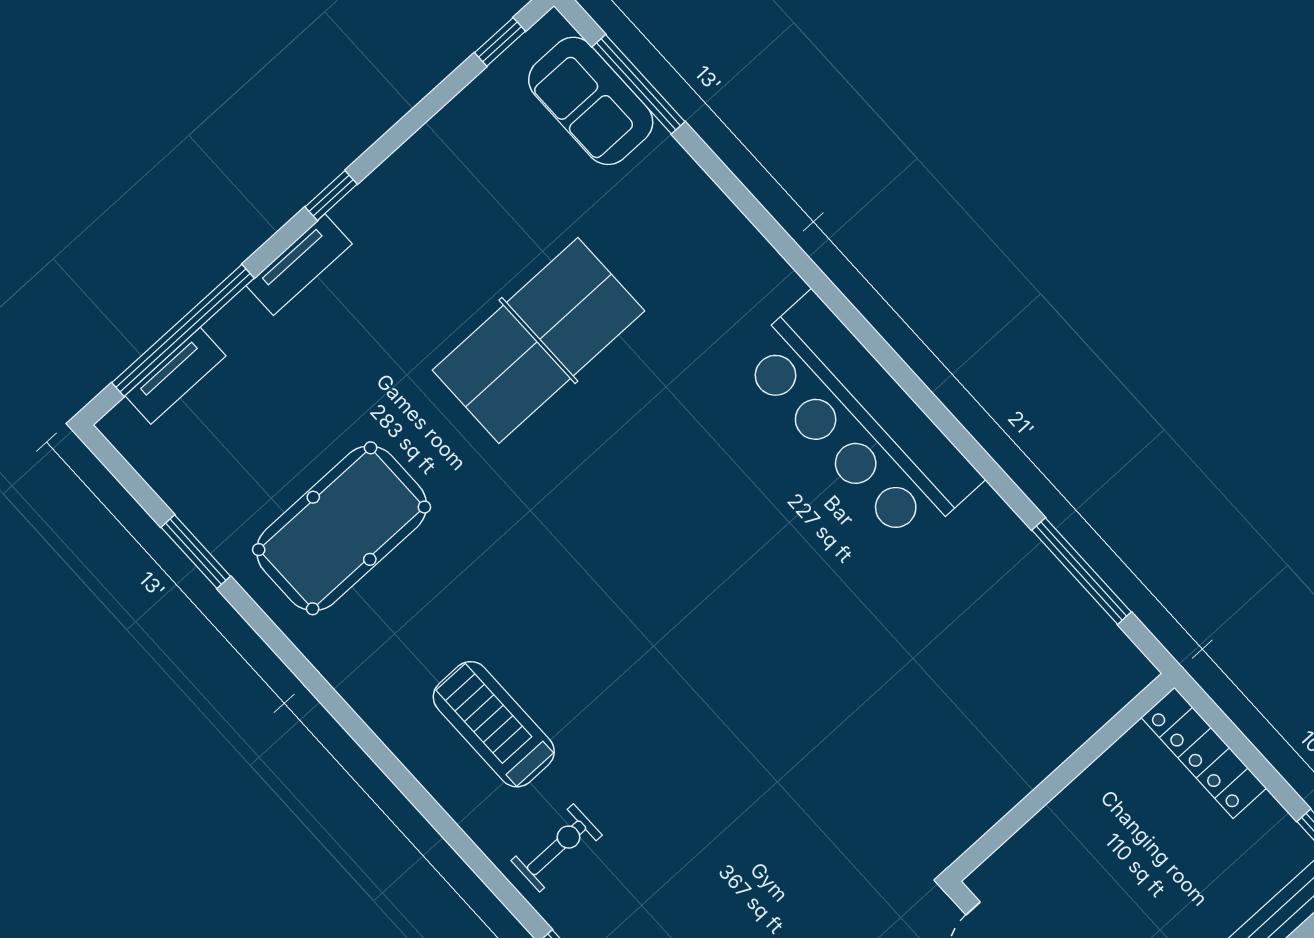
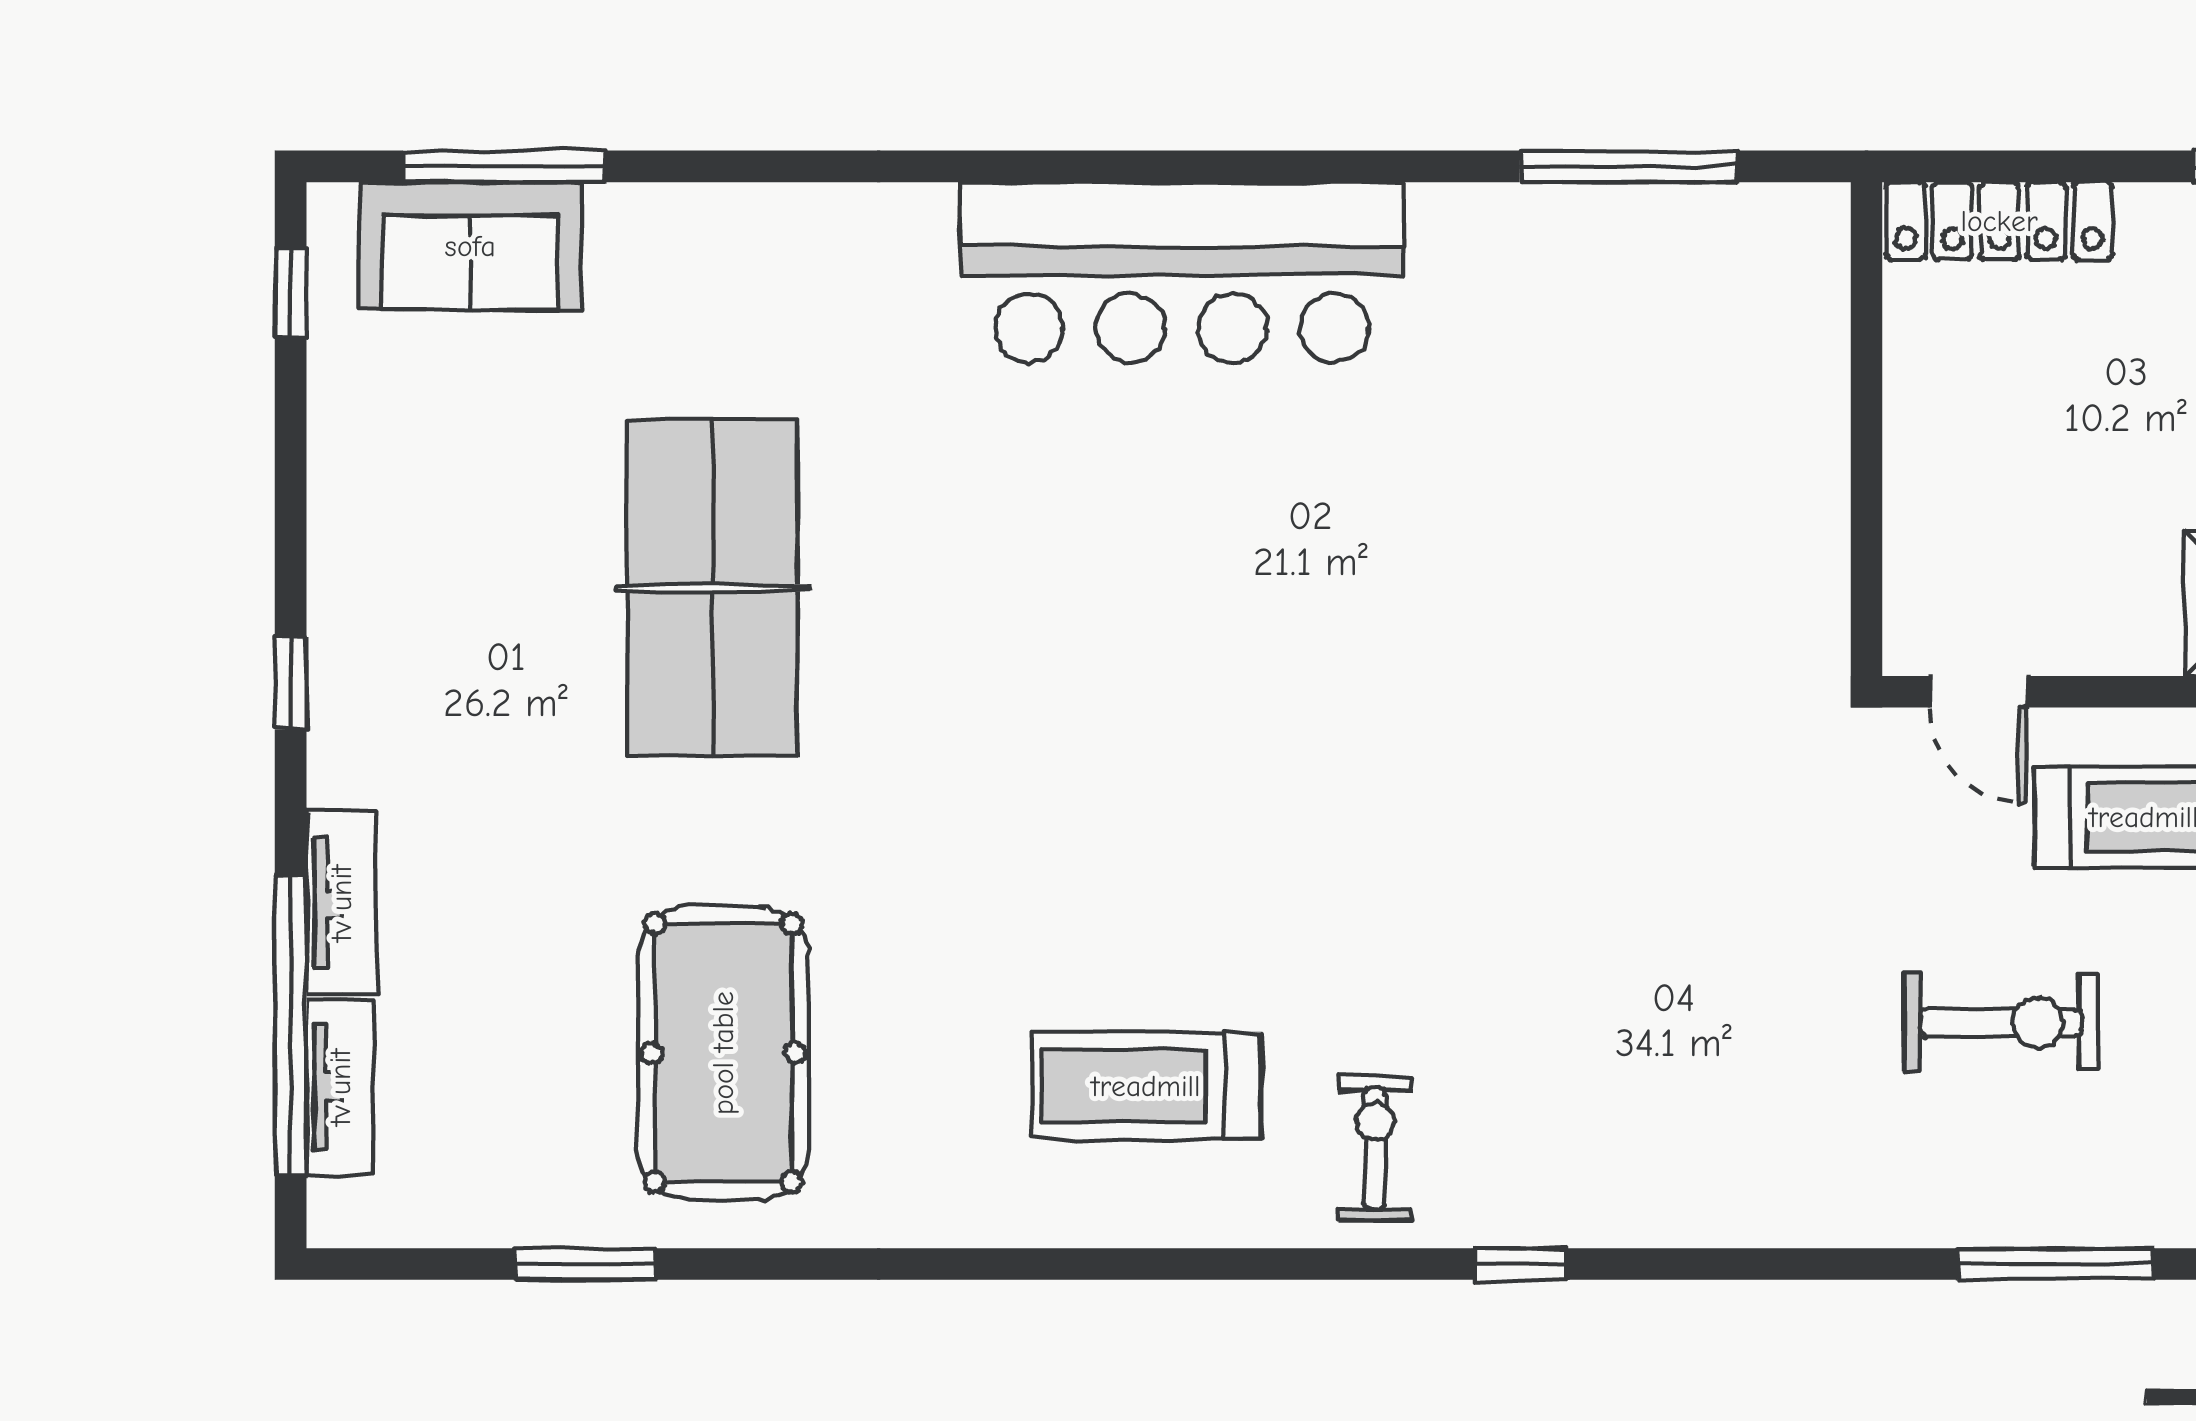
tv unit: (299, 265) -> (341, 903), moved

